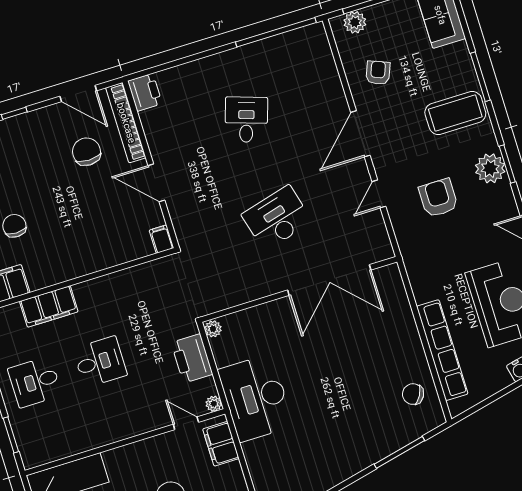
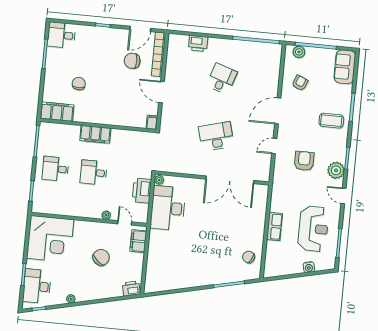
printer: (145, 92) -> (198, 43), moved, turned 90
door: (78, 93) -> (140, 29), hinge flipped
coffee table: (455, 113) -> (331, 121), width x0.73, depth x0.76
chair: (87, 152) -> (132, 61), turned -90
plant: (490, 168) -> (336, 170), moved
filing cabinet: (49, 307) -> (95, 134), moved
row of seats: (442, 350) -> (275, 227), width x0.50
desk: (100, 362) -> (94, 172), turned 180
desk: (256, 398) -> (168, 208), moved
plant: (214, 404) -> (106, 215), moved

